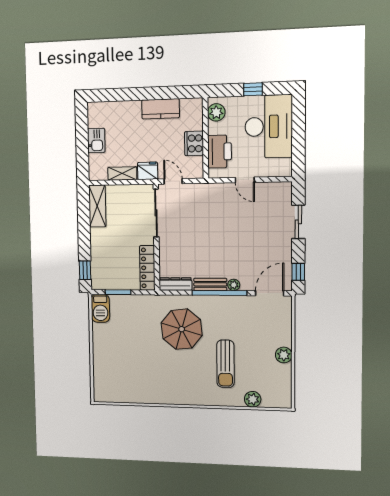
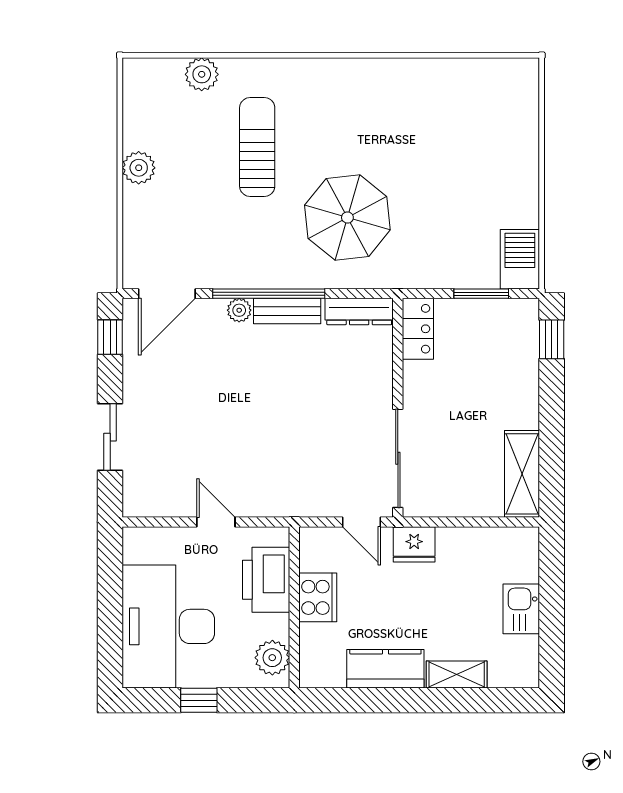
shelving: (122, 173) -> (457, 674), moved
locker: (147, 268) -> (418, 329), width x0.66

